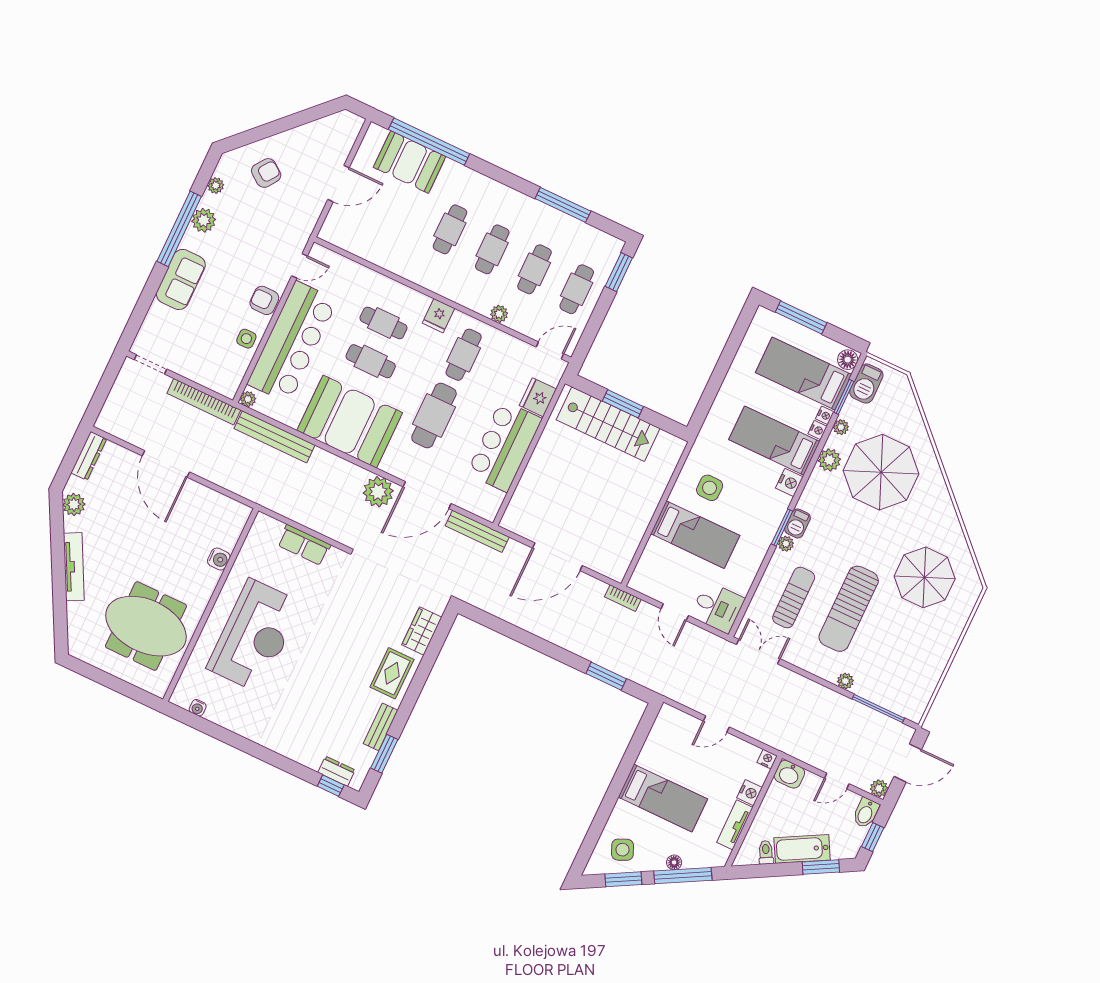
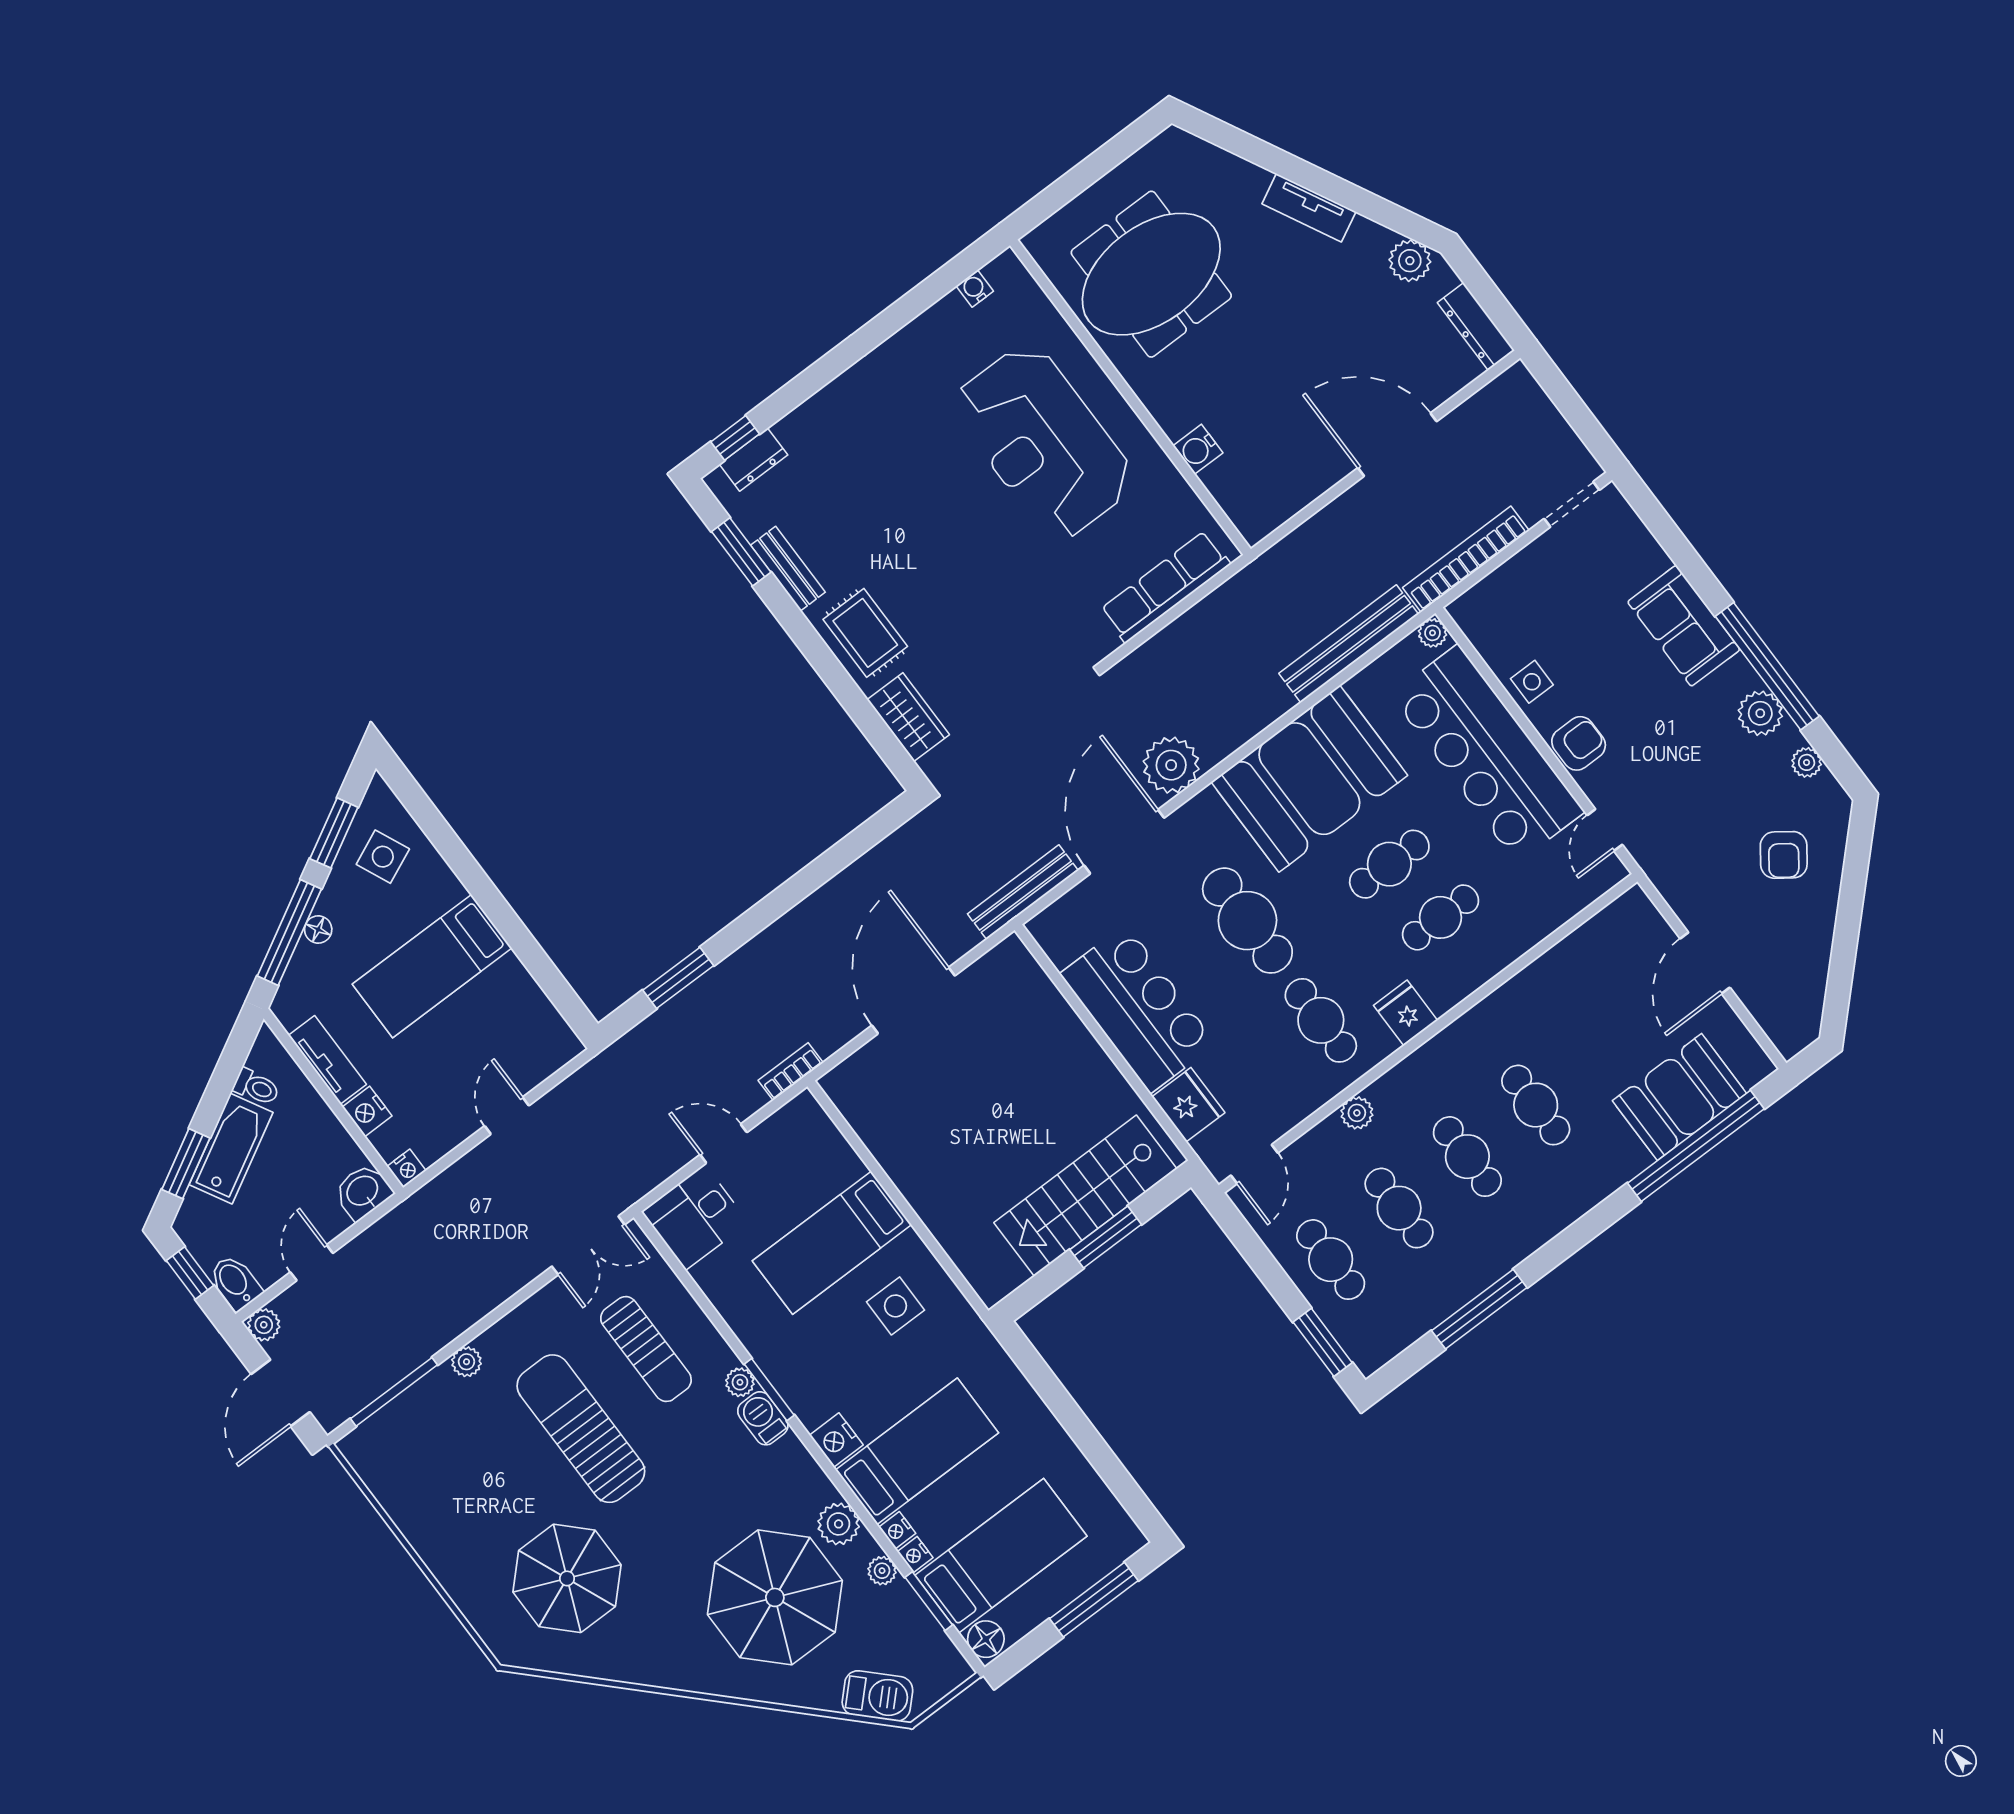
barbecue: (866, 384) -> (877, 1696), moved, turned 135
row of seats: (304, 545) -> (1165, 587), width x1.48
tv unit: (74, 567) -> (1309, 208), width x0.71

